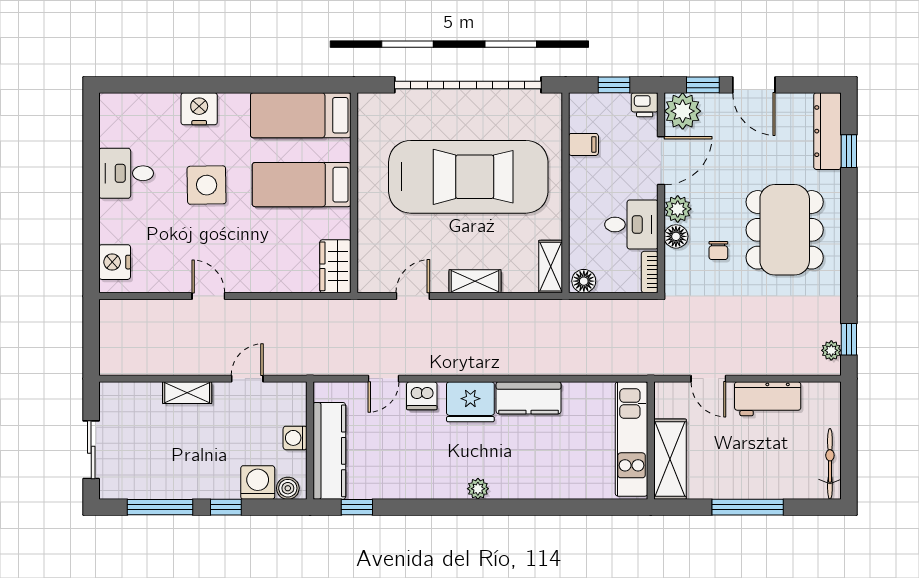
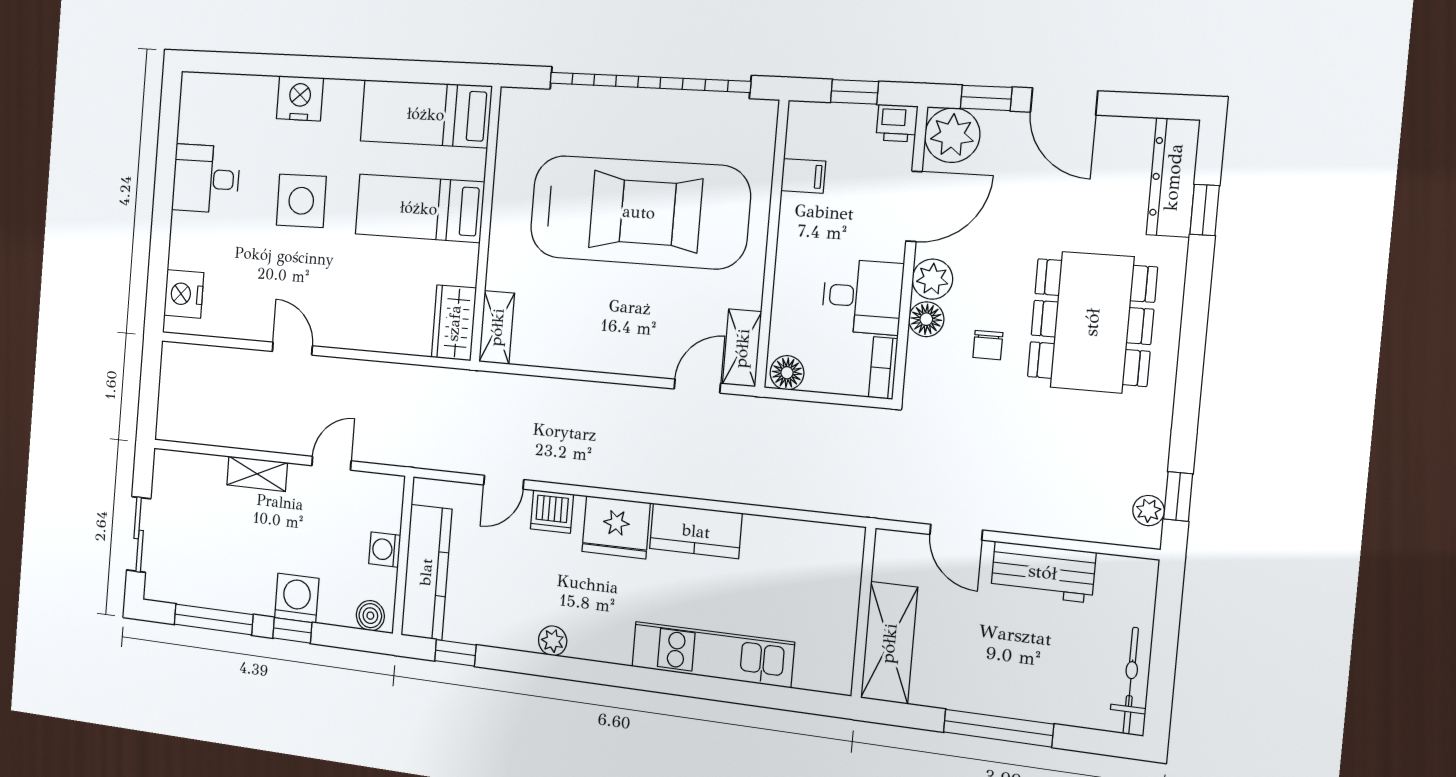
shelving: (475, 281) -> (497, 327), moved, turned 90
door: (413, 296) -> (697, 386), moved
kitchen unit: (632, 439) -> (712, 654), moved, turned 90
washing machine: (258, 482) -> (297, 598), moved
plant: (478, 489) -> (553, 641), moved

